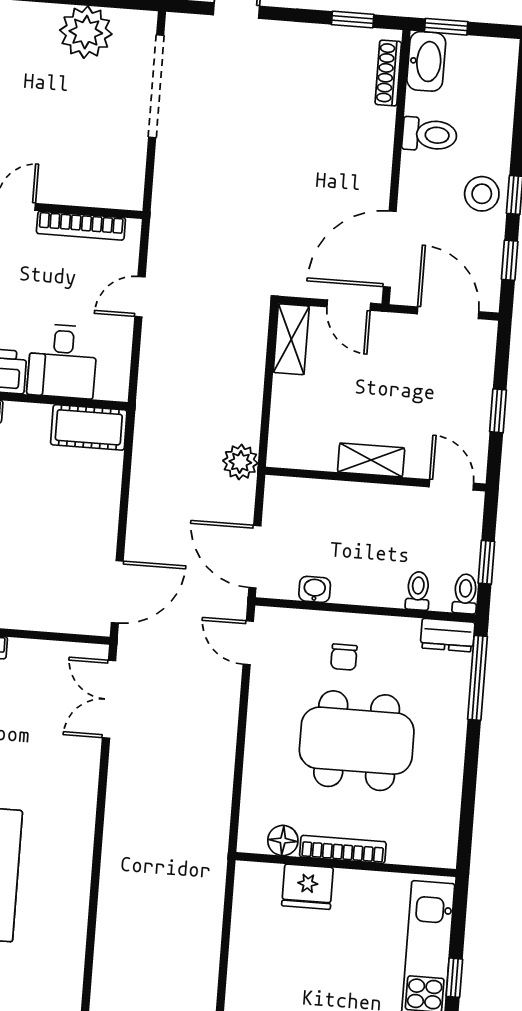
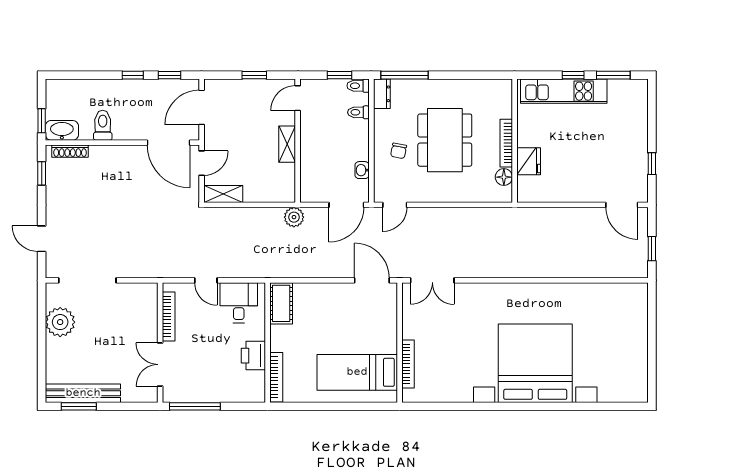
stool: (482, 194) -> (134, 94), removed
desk: (62, 361) -> (239, 303), moved, turned -90
chair: (344, 657) -> (399, 151), turned 101

